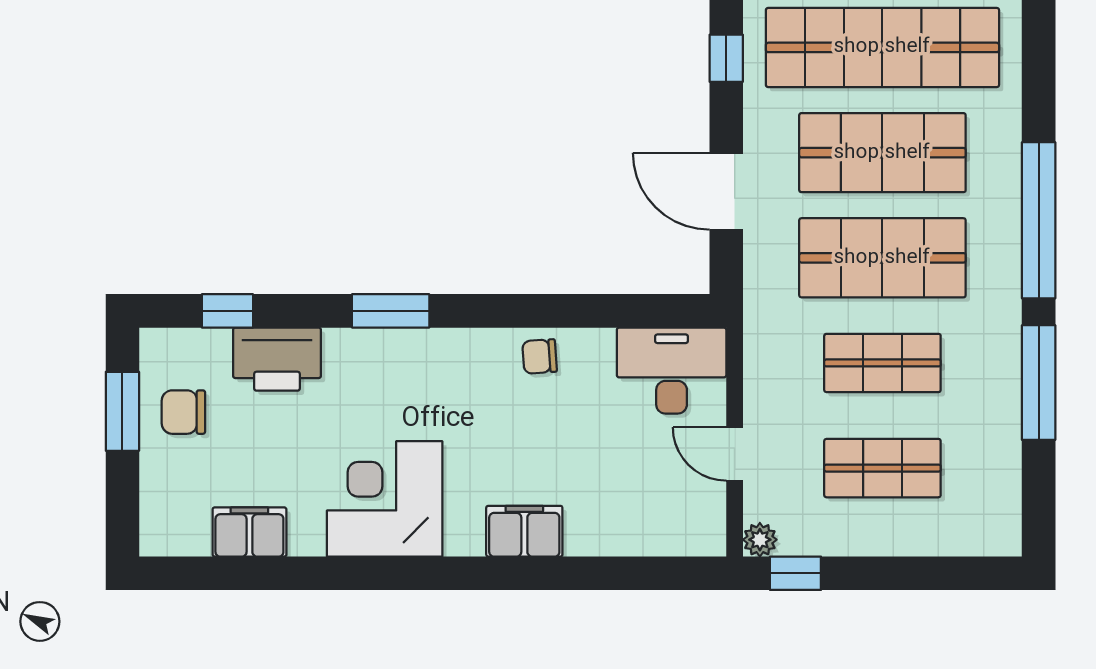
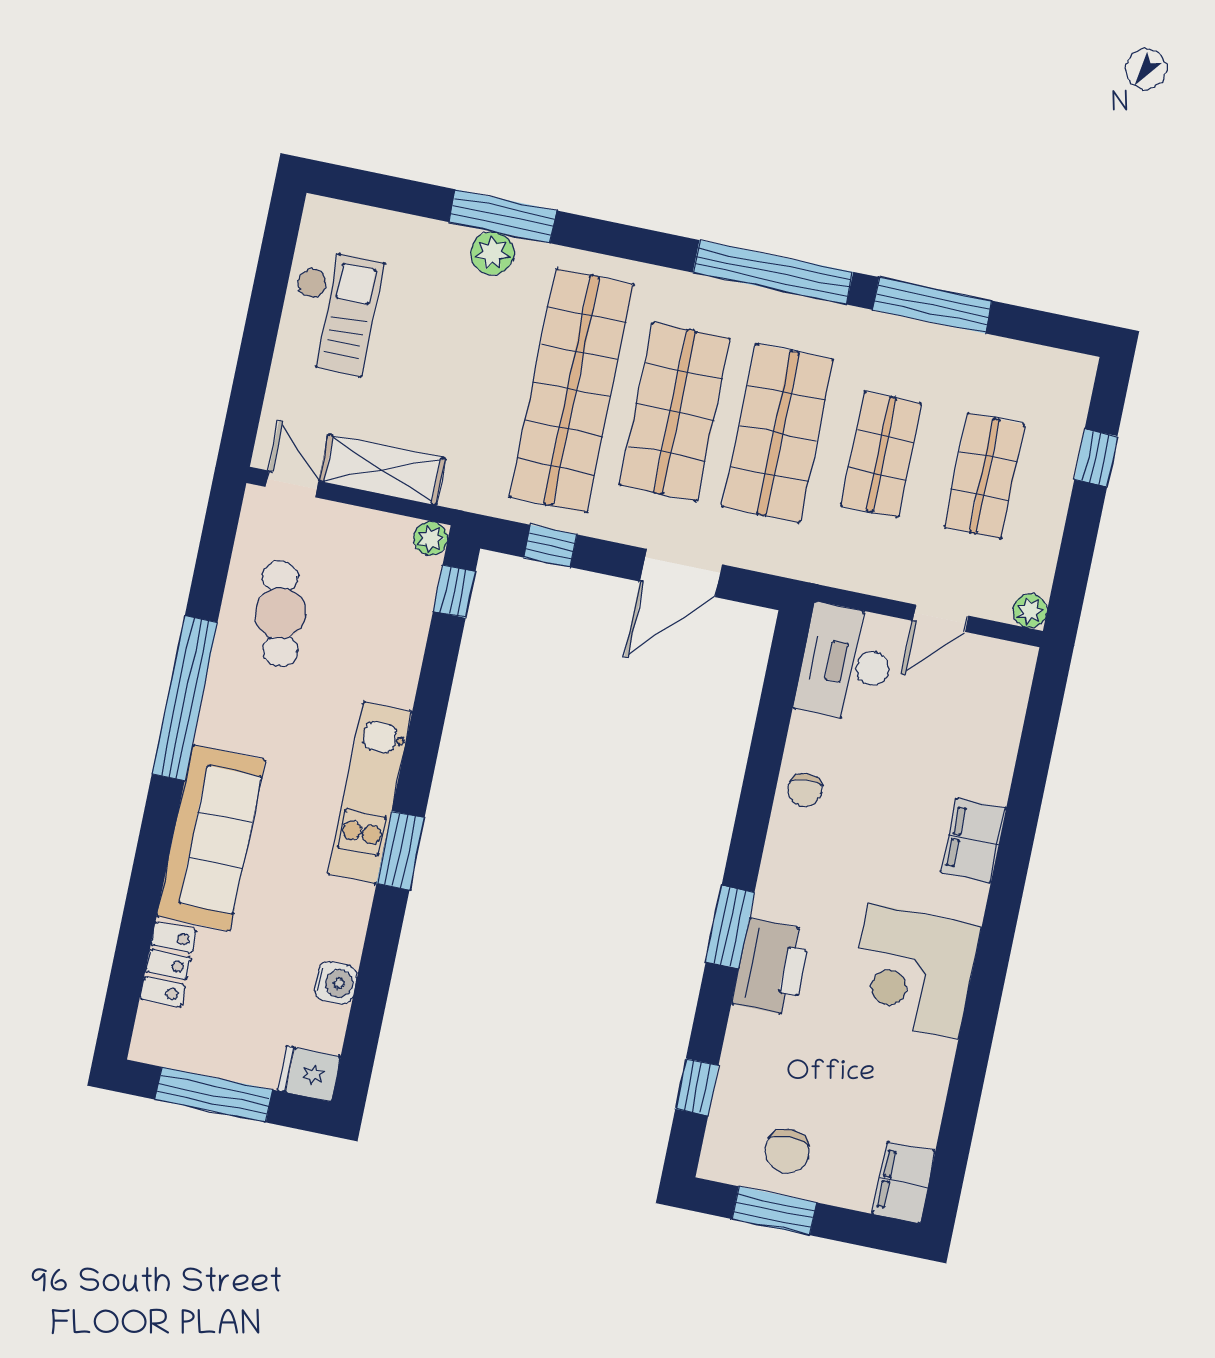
printer: (277, 359) -> (771, 967), moved
filing cabinet: (249, 532) -> (904, 1183), moved
window: (795, 573) -> (1096, 458), moved

